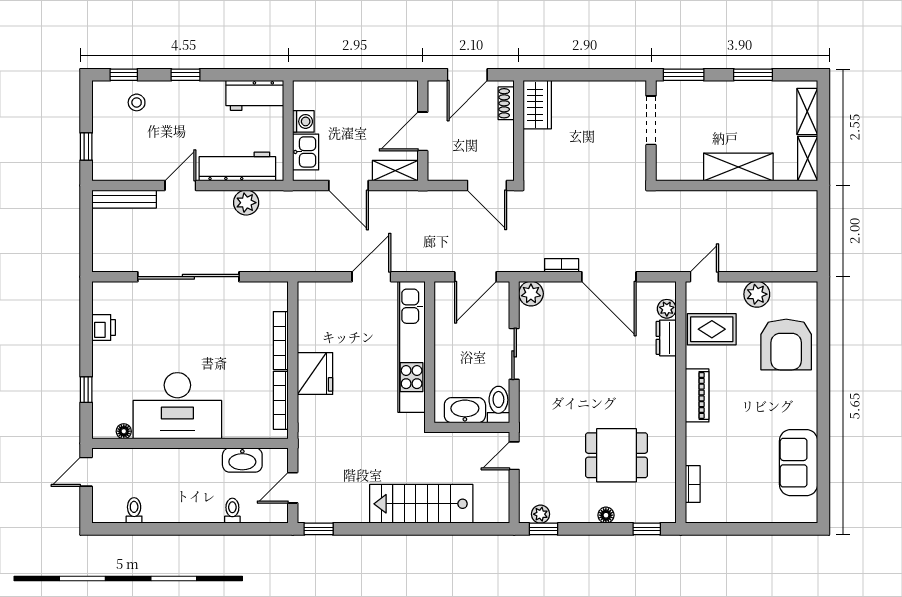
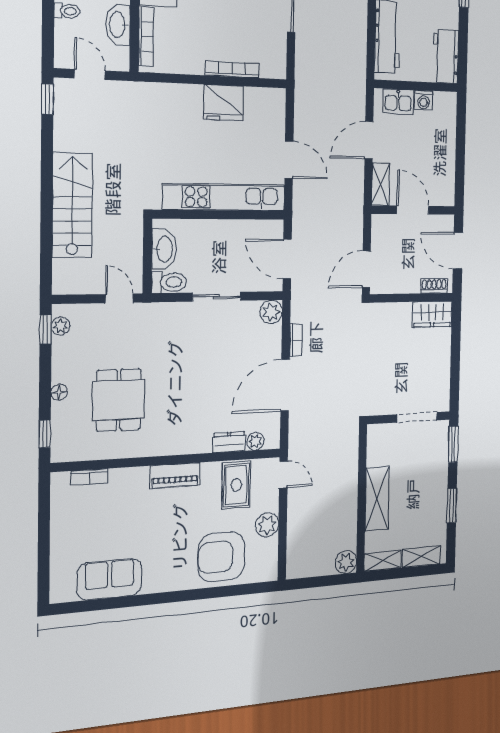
plant: (246, 203) -> (346, 562), moved
fridge: (315, 373) -> (224, 103), moved
bookcase: (281, 400) -> (146, 36), moved, turned 90

